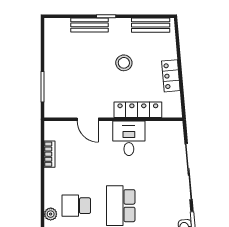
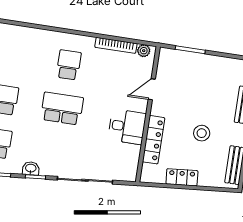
bookcase: (50, 154) -> (116, 45), width x1.56
plant: (51, 214) -> (144, 51), moved

